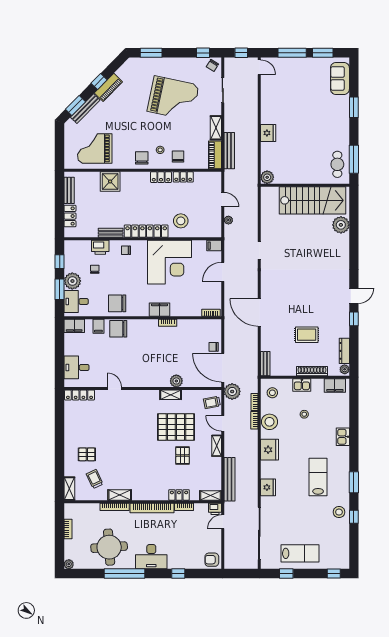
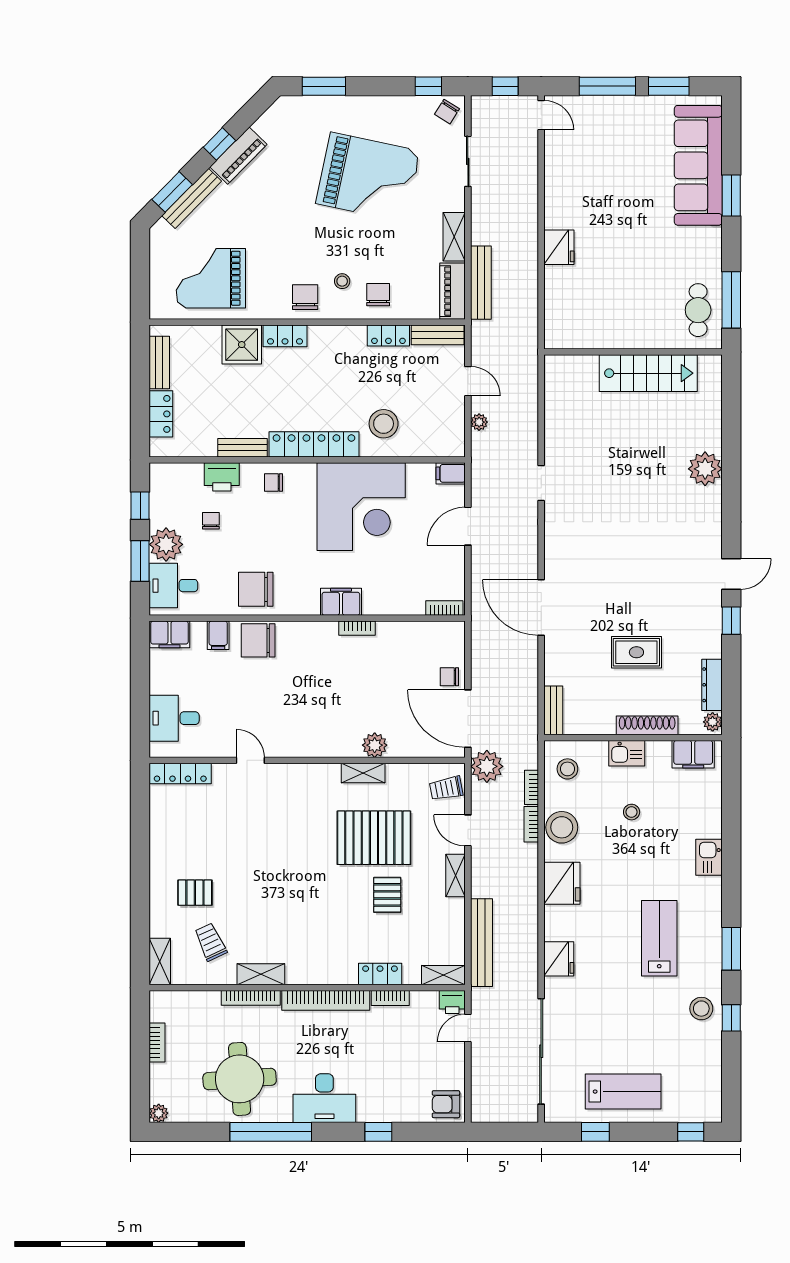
sofa: (340, 78) -> (698, 165), width x1.85, depth x1.27
locker: (161, 177) -> (285, 336), moved
bench: (208, 177) -> (438, 335), added
plant: (267, 177) -> (557, 336), removed
stairs: (313, 200) -> (648, 373), width x0.73, depth x0.66
plant: (341, 225) -> (705, 469), moved

